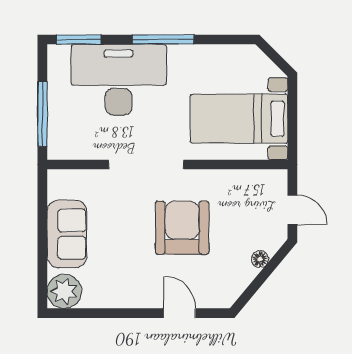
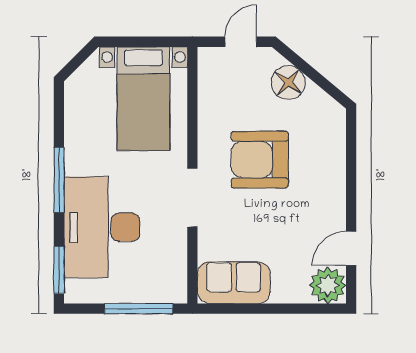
doorway: (146, 165) -> (192, 198), width x0.73
sofa: (67, 234) -> (234, 283), moved
floor lamp: (260, 259) -> (288, 83), width x1.89, depth x1.89
door: (180, 313) -> (351, 248), moved

